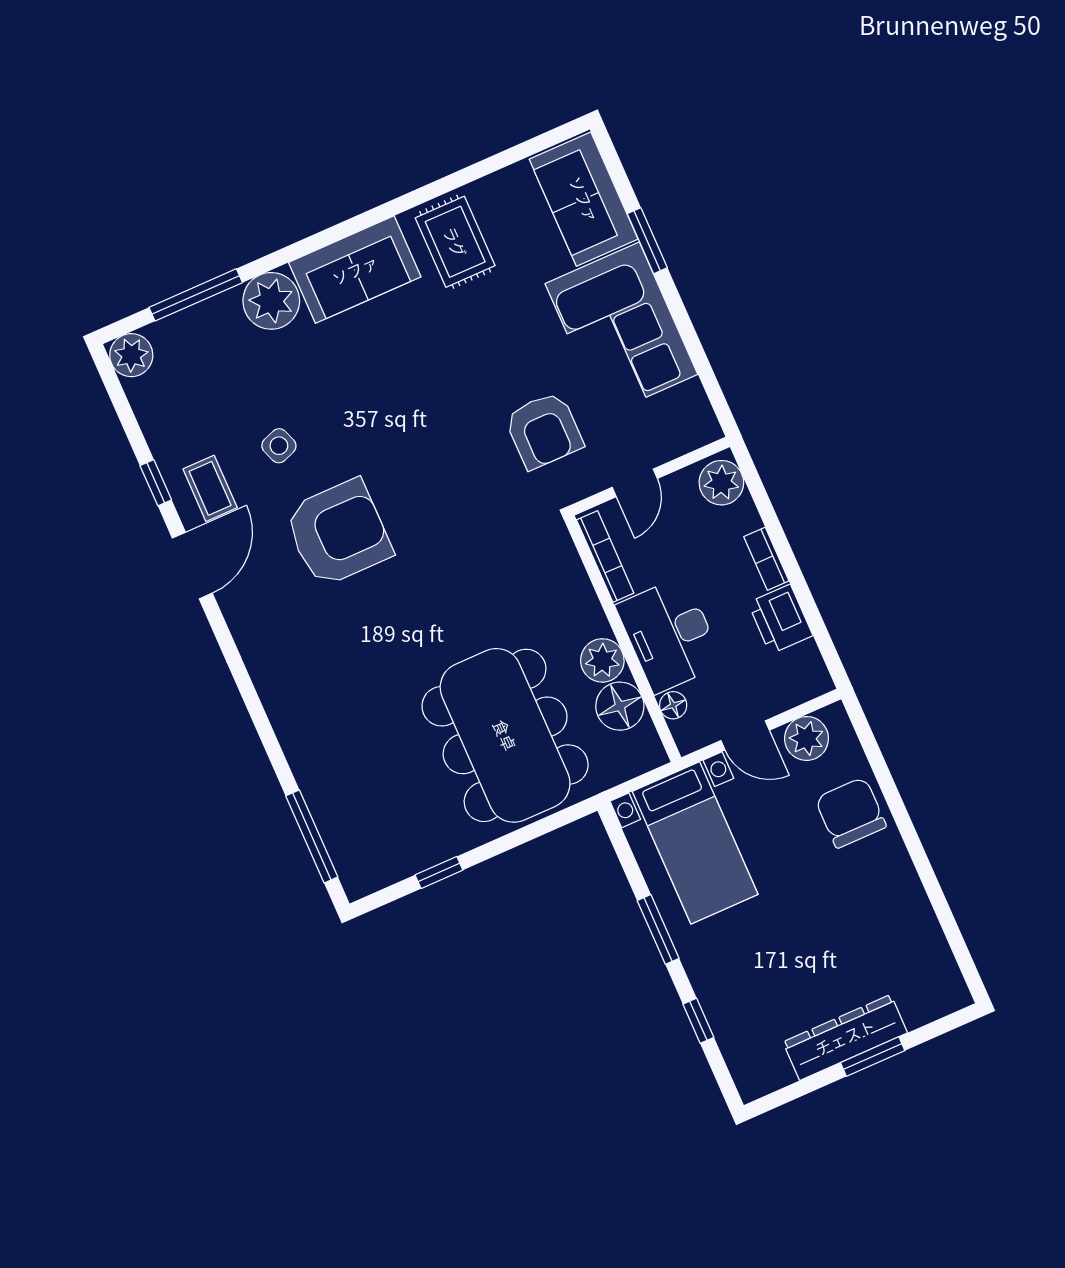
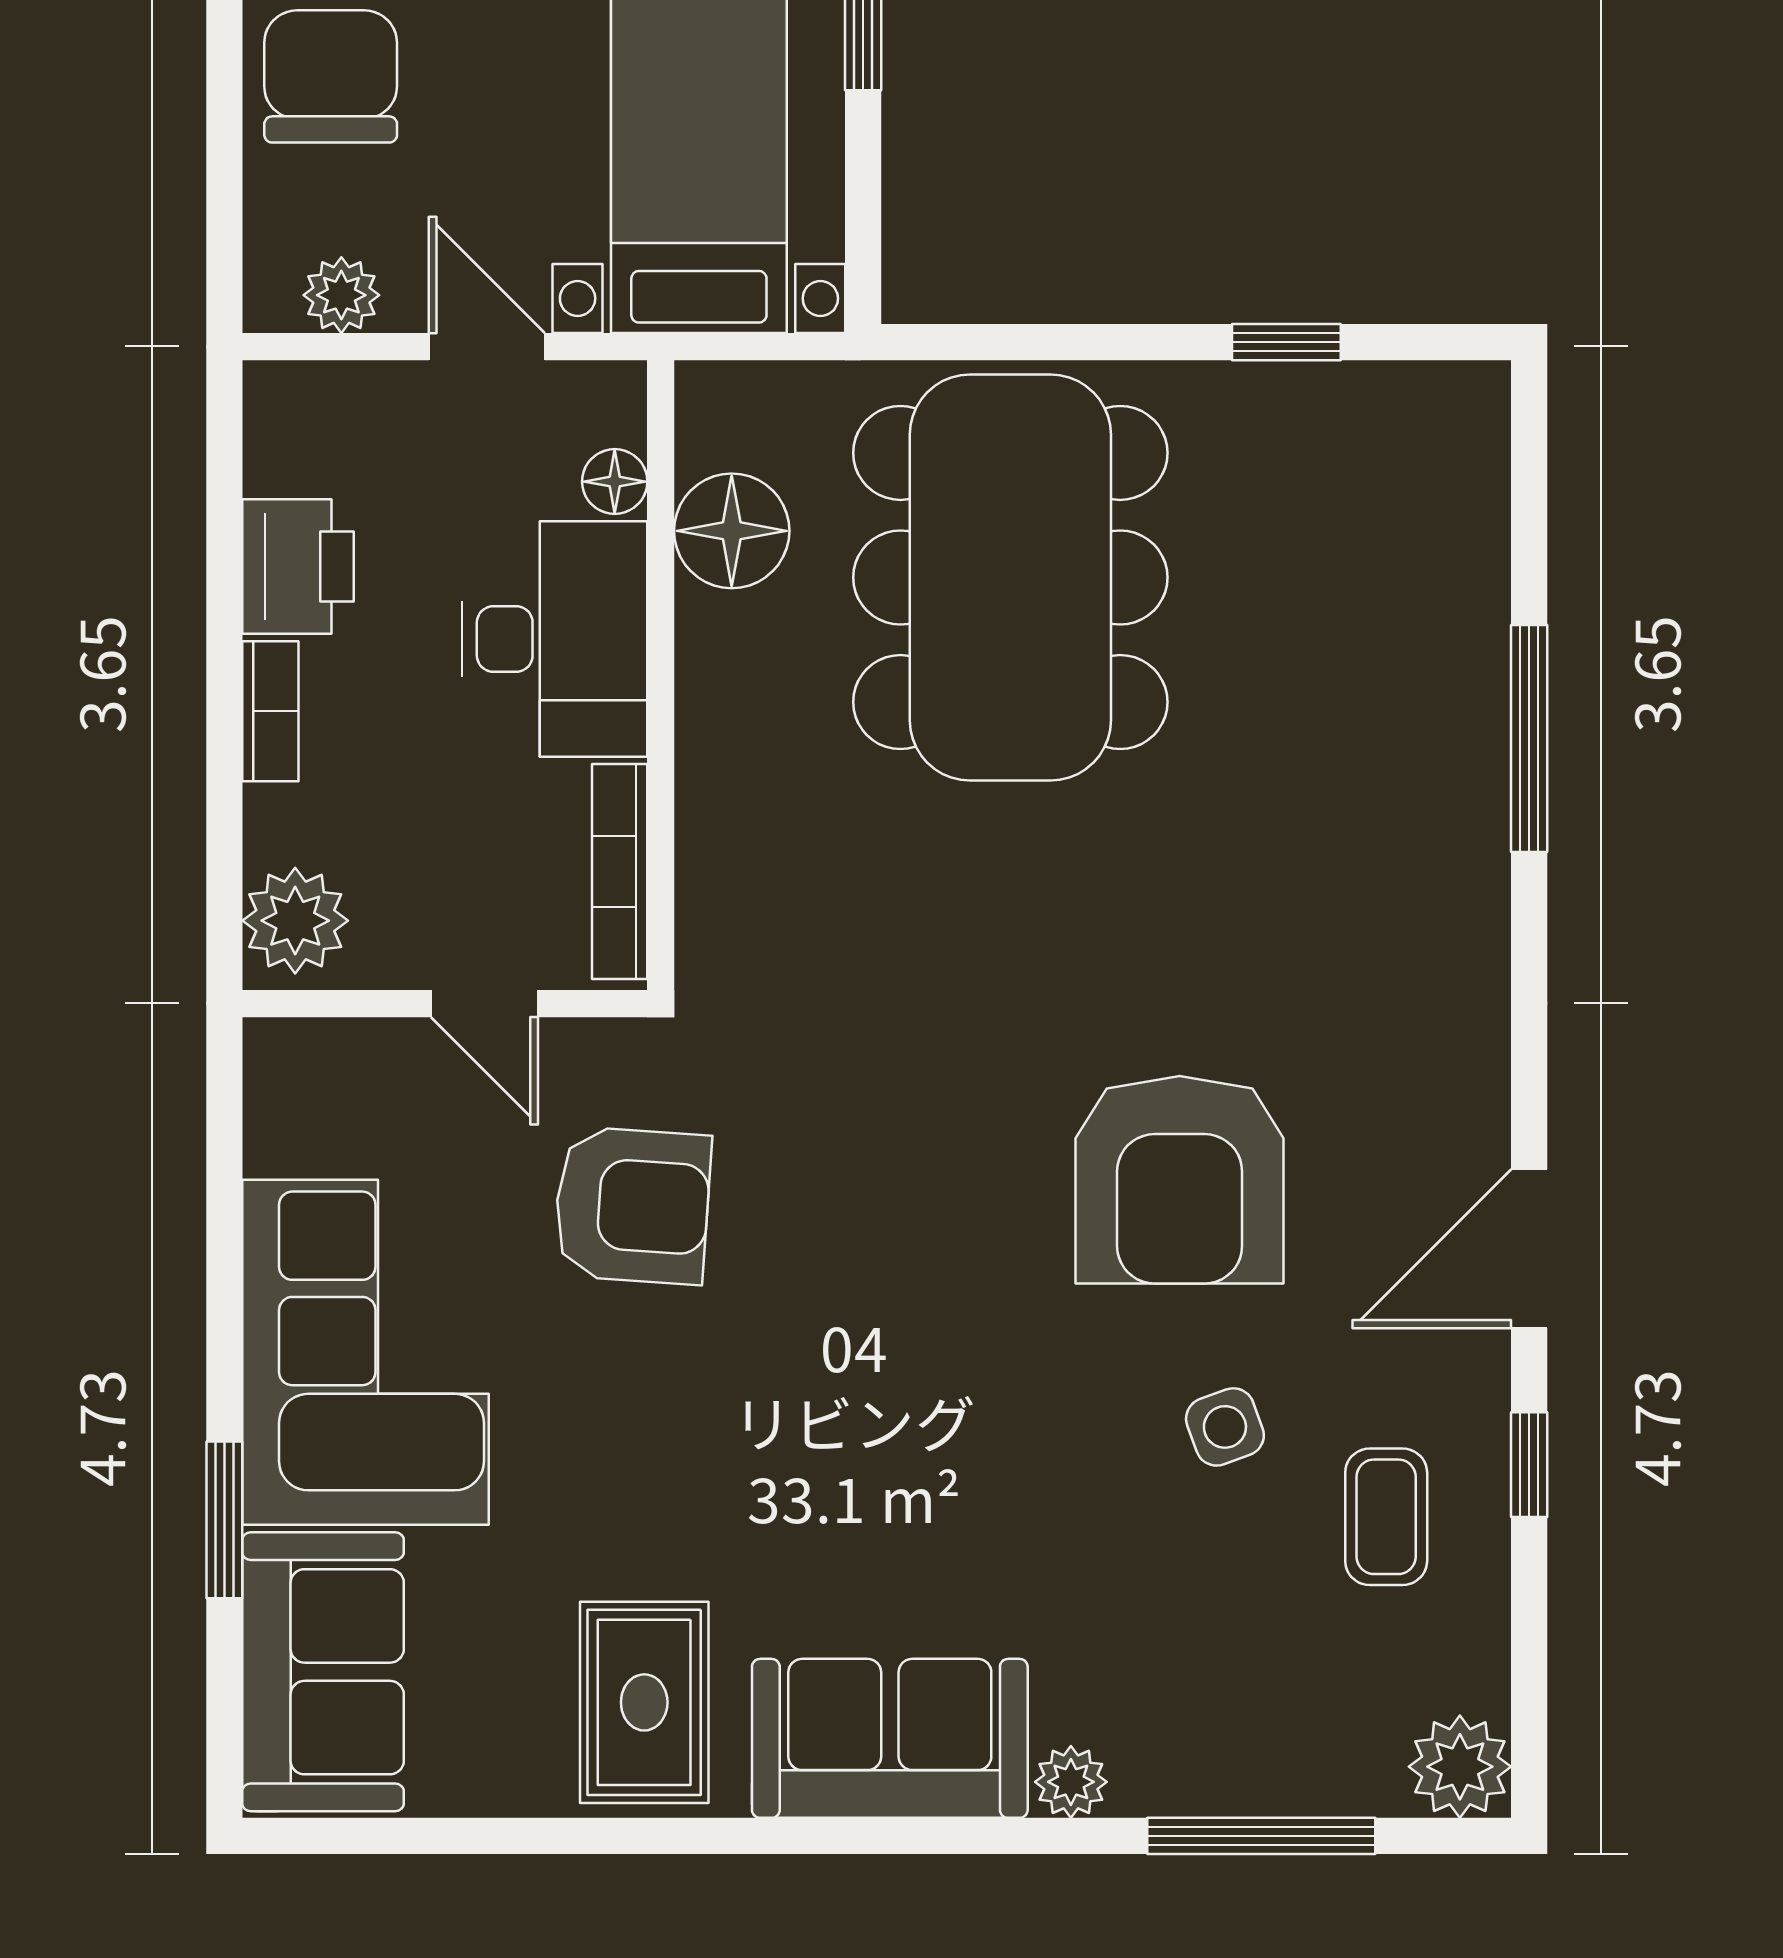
plant: (271, 301) -> (1071, 1782), width x0.53, depth x0.53
armchair: (544, 430) -> (632, 1205), turned 94
door: (635, 483) -> (485, 1004), swing flipped
coffee table: (210, 488) -> (1386, 1517), moved
armchair: (338, 533) -> (1180, 1180), turned -90
plant: (602, 660) -> (726, 647), removed
plant: (807, 738) -> (341, 295), width x0.73, depth x0.73
chair: (851, 813) -> (331, 76), turned 180
window: (312, 836) -> (1529, 738), moved

